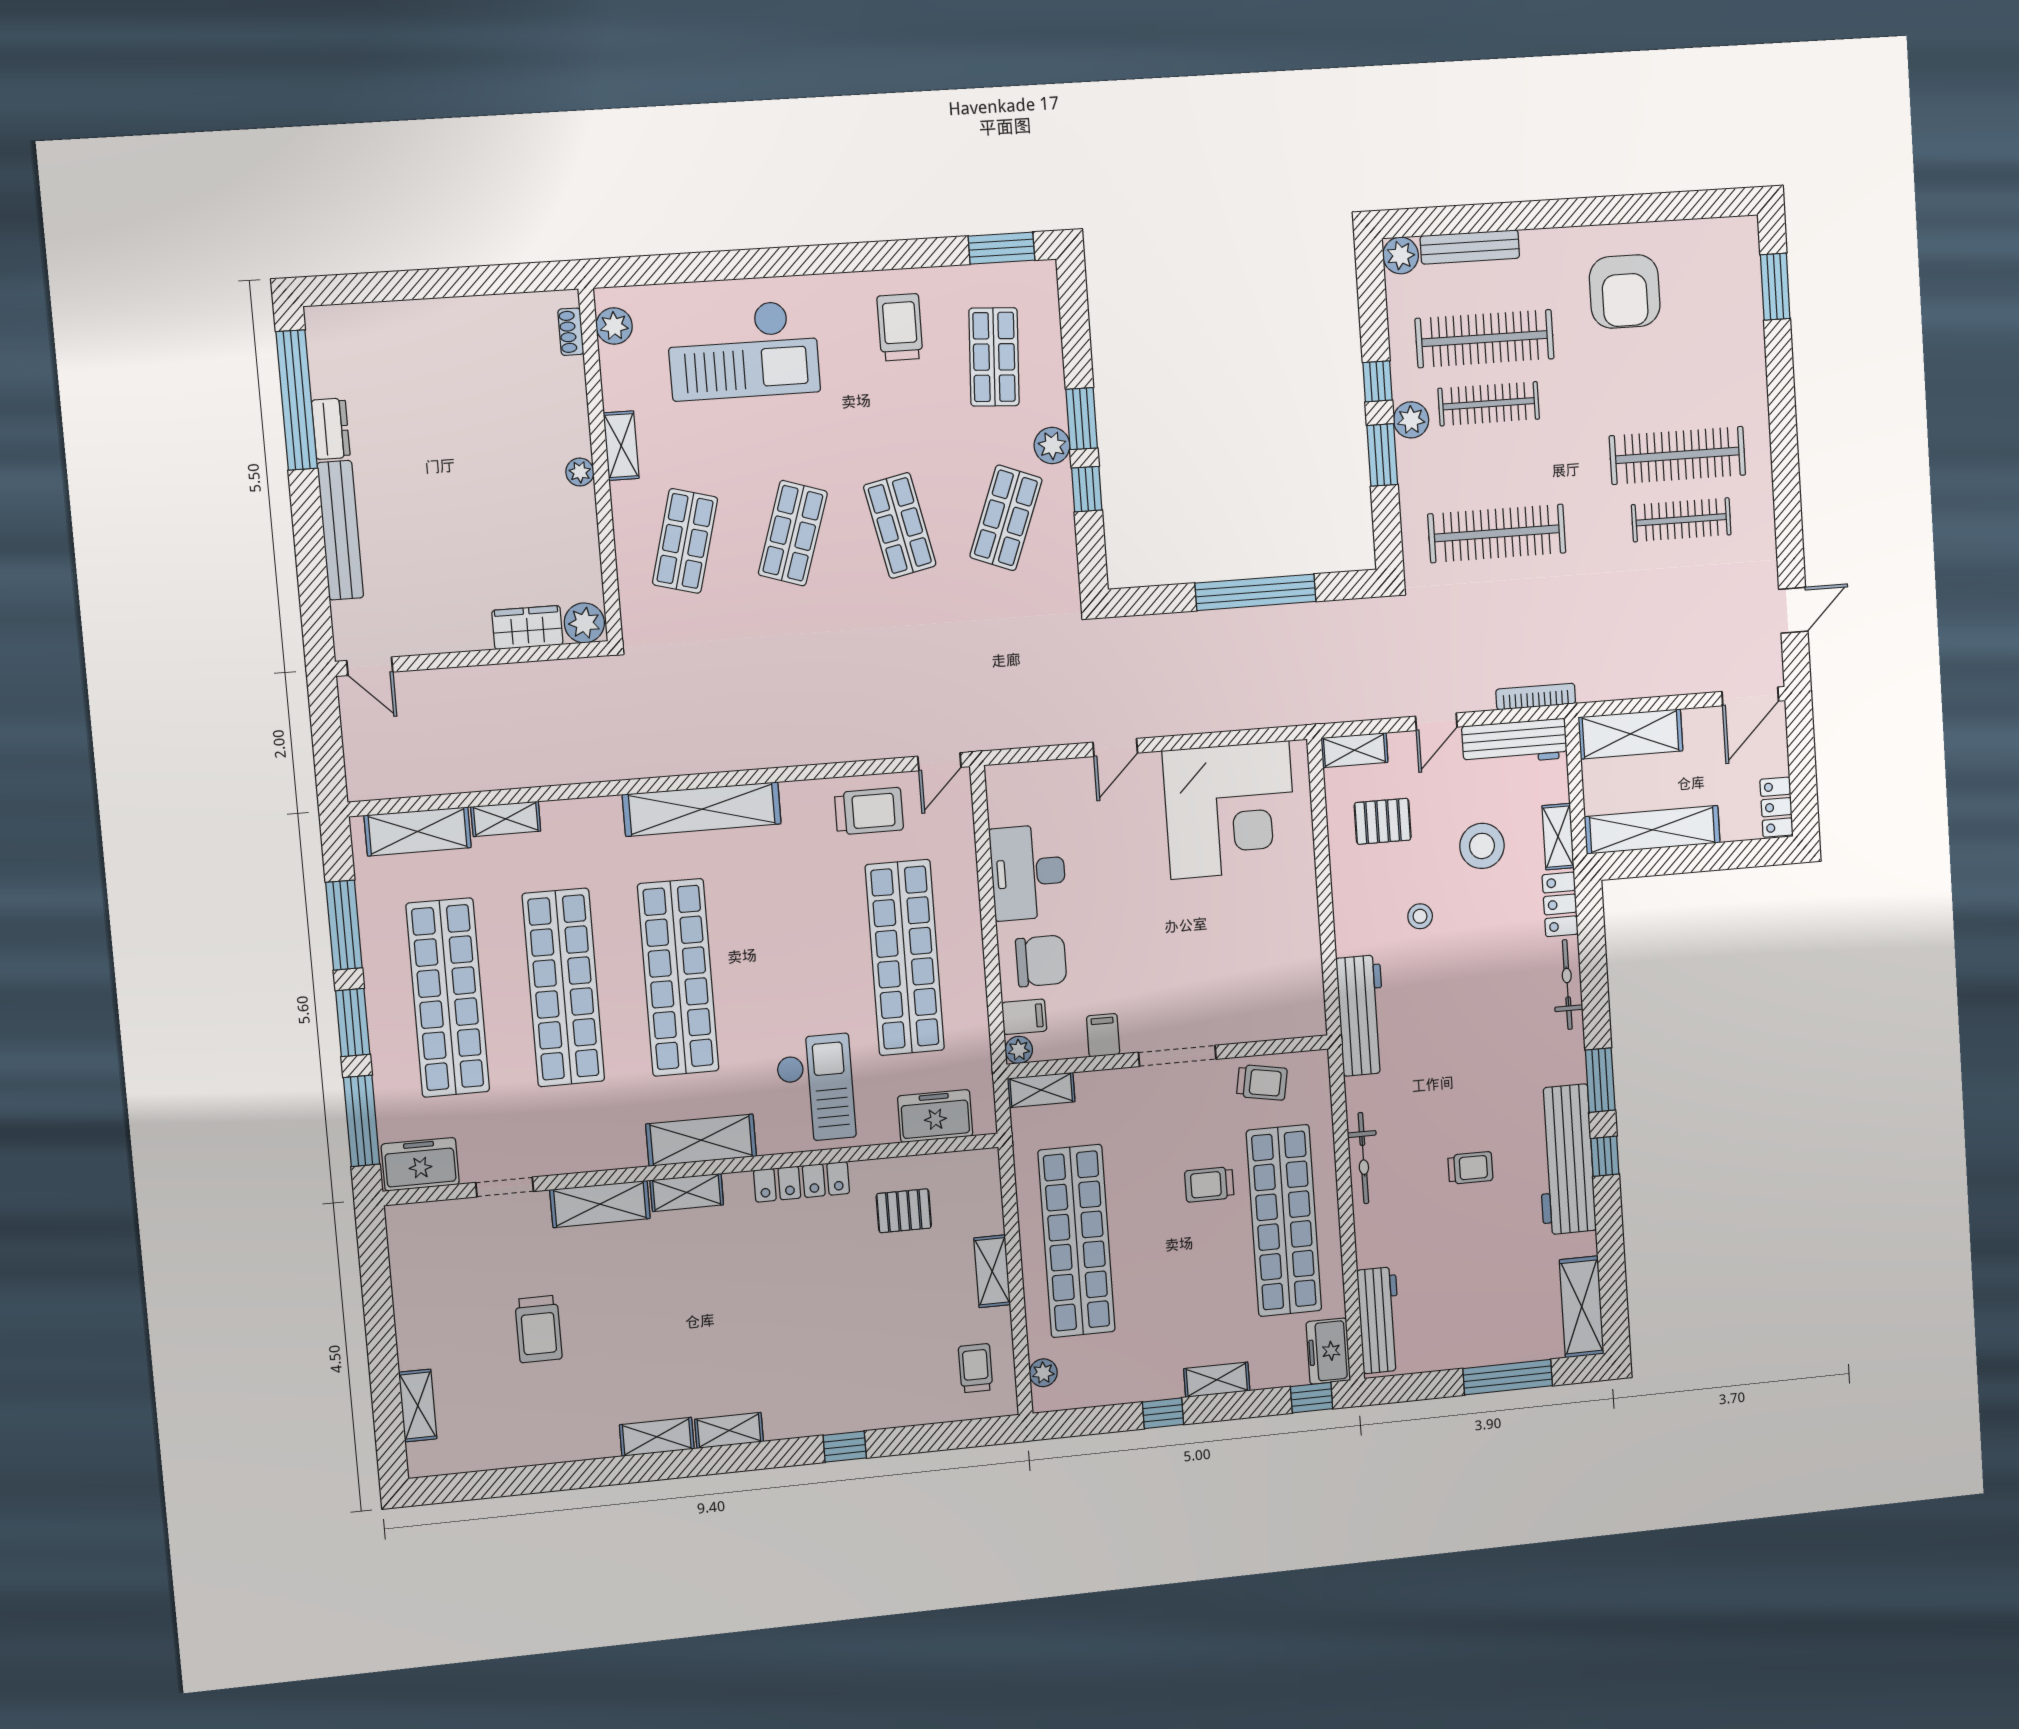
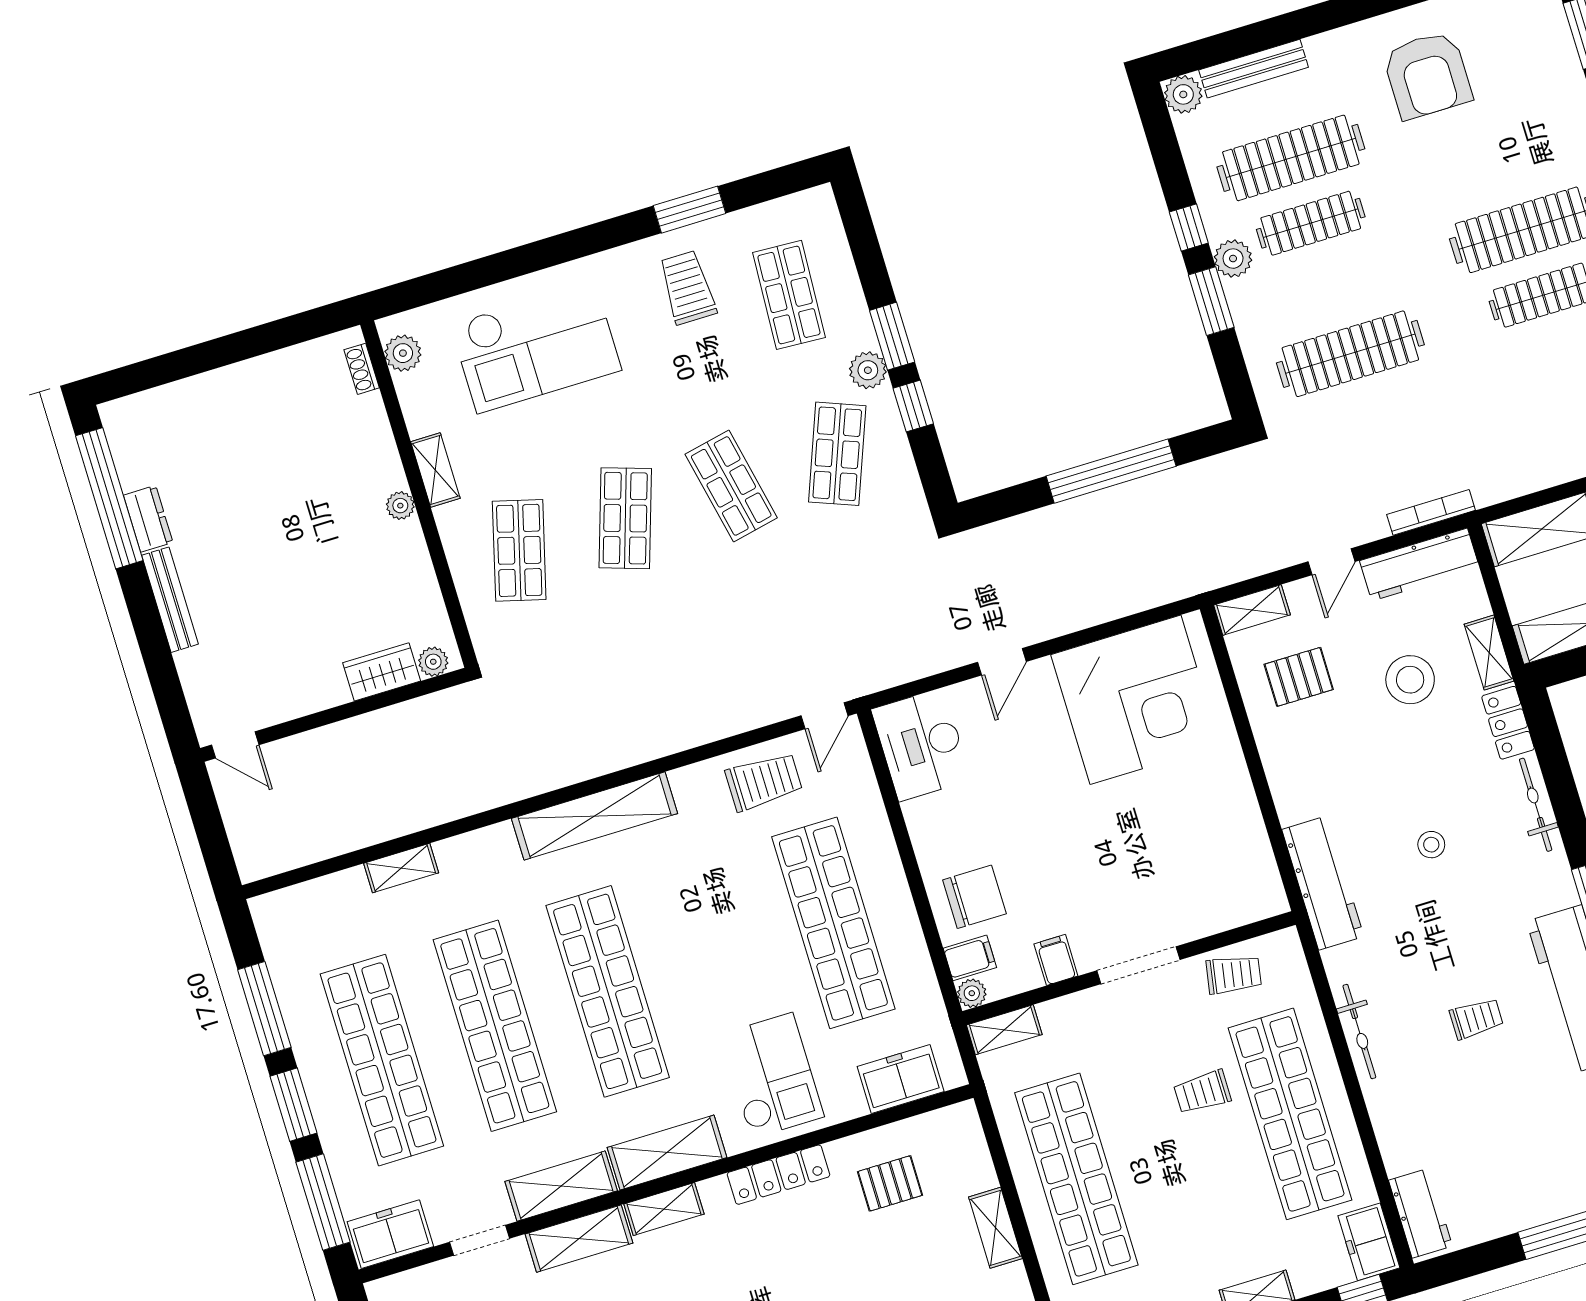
window: (1001, 248) -> (689, 210), moved
bench: (340, 530) -> (170, 600), width x0.73, depth x0.82
plant: (584, 623) -> (433, 662), width x0.73, depth x0.73
shelving: (418, 831) -> (561, 1186), moved
desk: (1028, 872) -> (921, 745), moved
stool: (1420, 916) -> (1431, 845), moved
workbench: (1379, 1320) -> (1420, 1213), width x0.73

